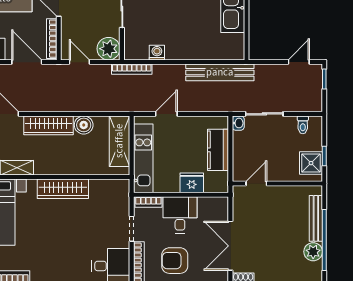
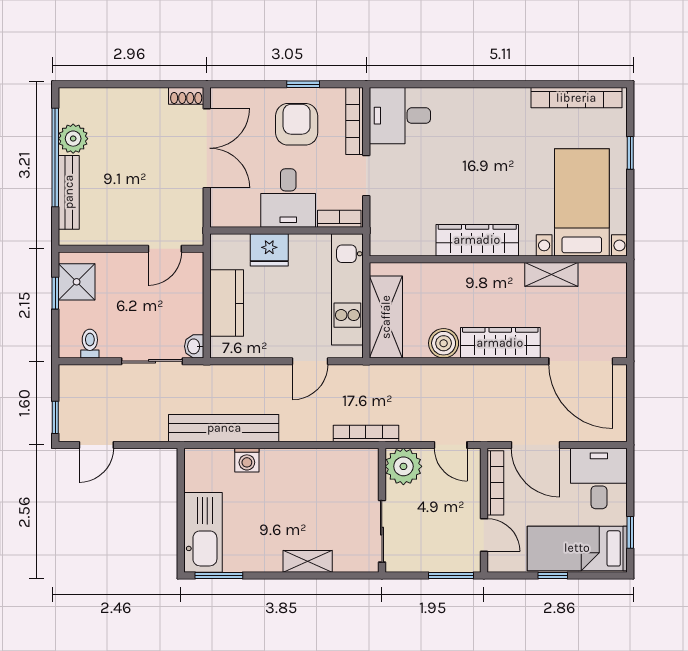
washing machine: (157, 53) -> (247, 460), moved
armchair: (175, 261) -> (297, 124), turned -90

